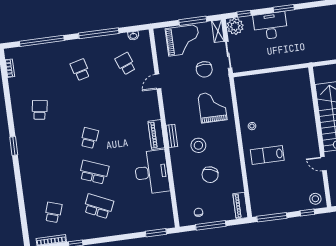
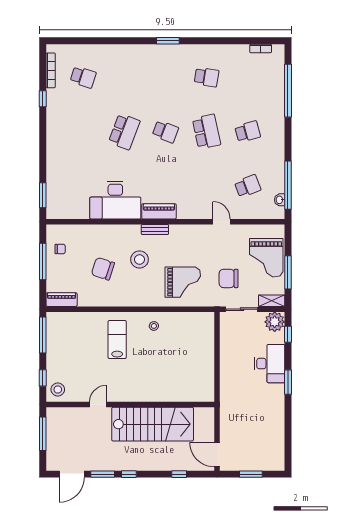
window: (99, 33) -> (288, 185), moved
school desk: (98, 206) -> (207, 132), moved, turned -36

